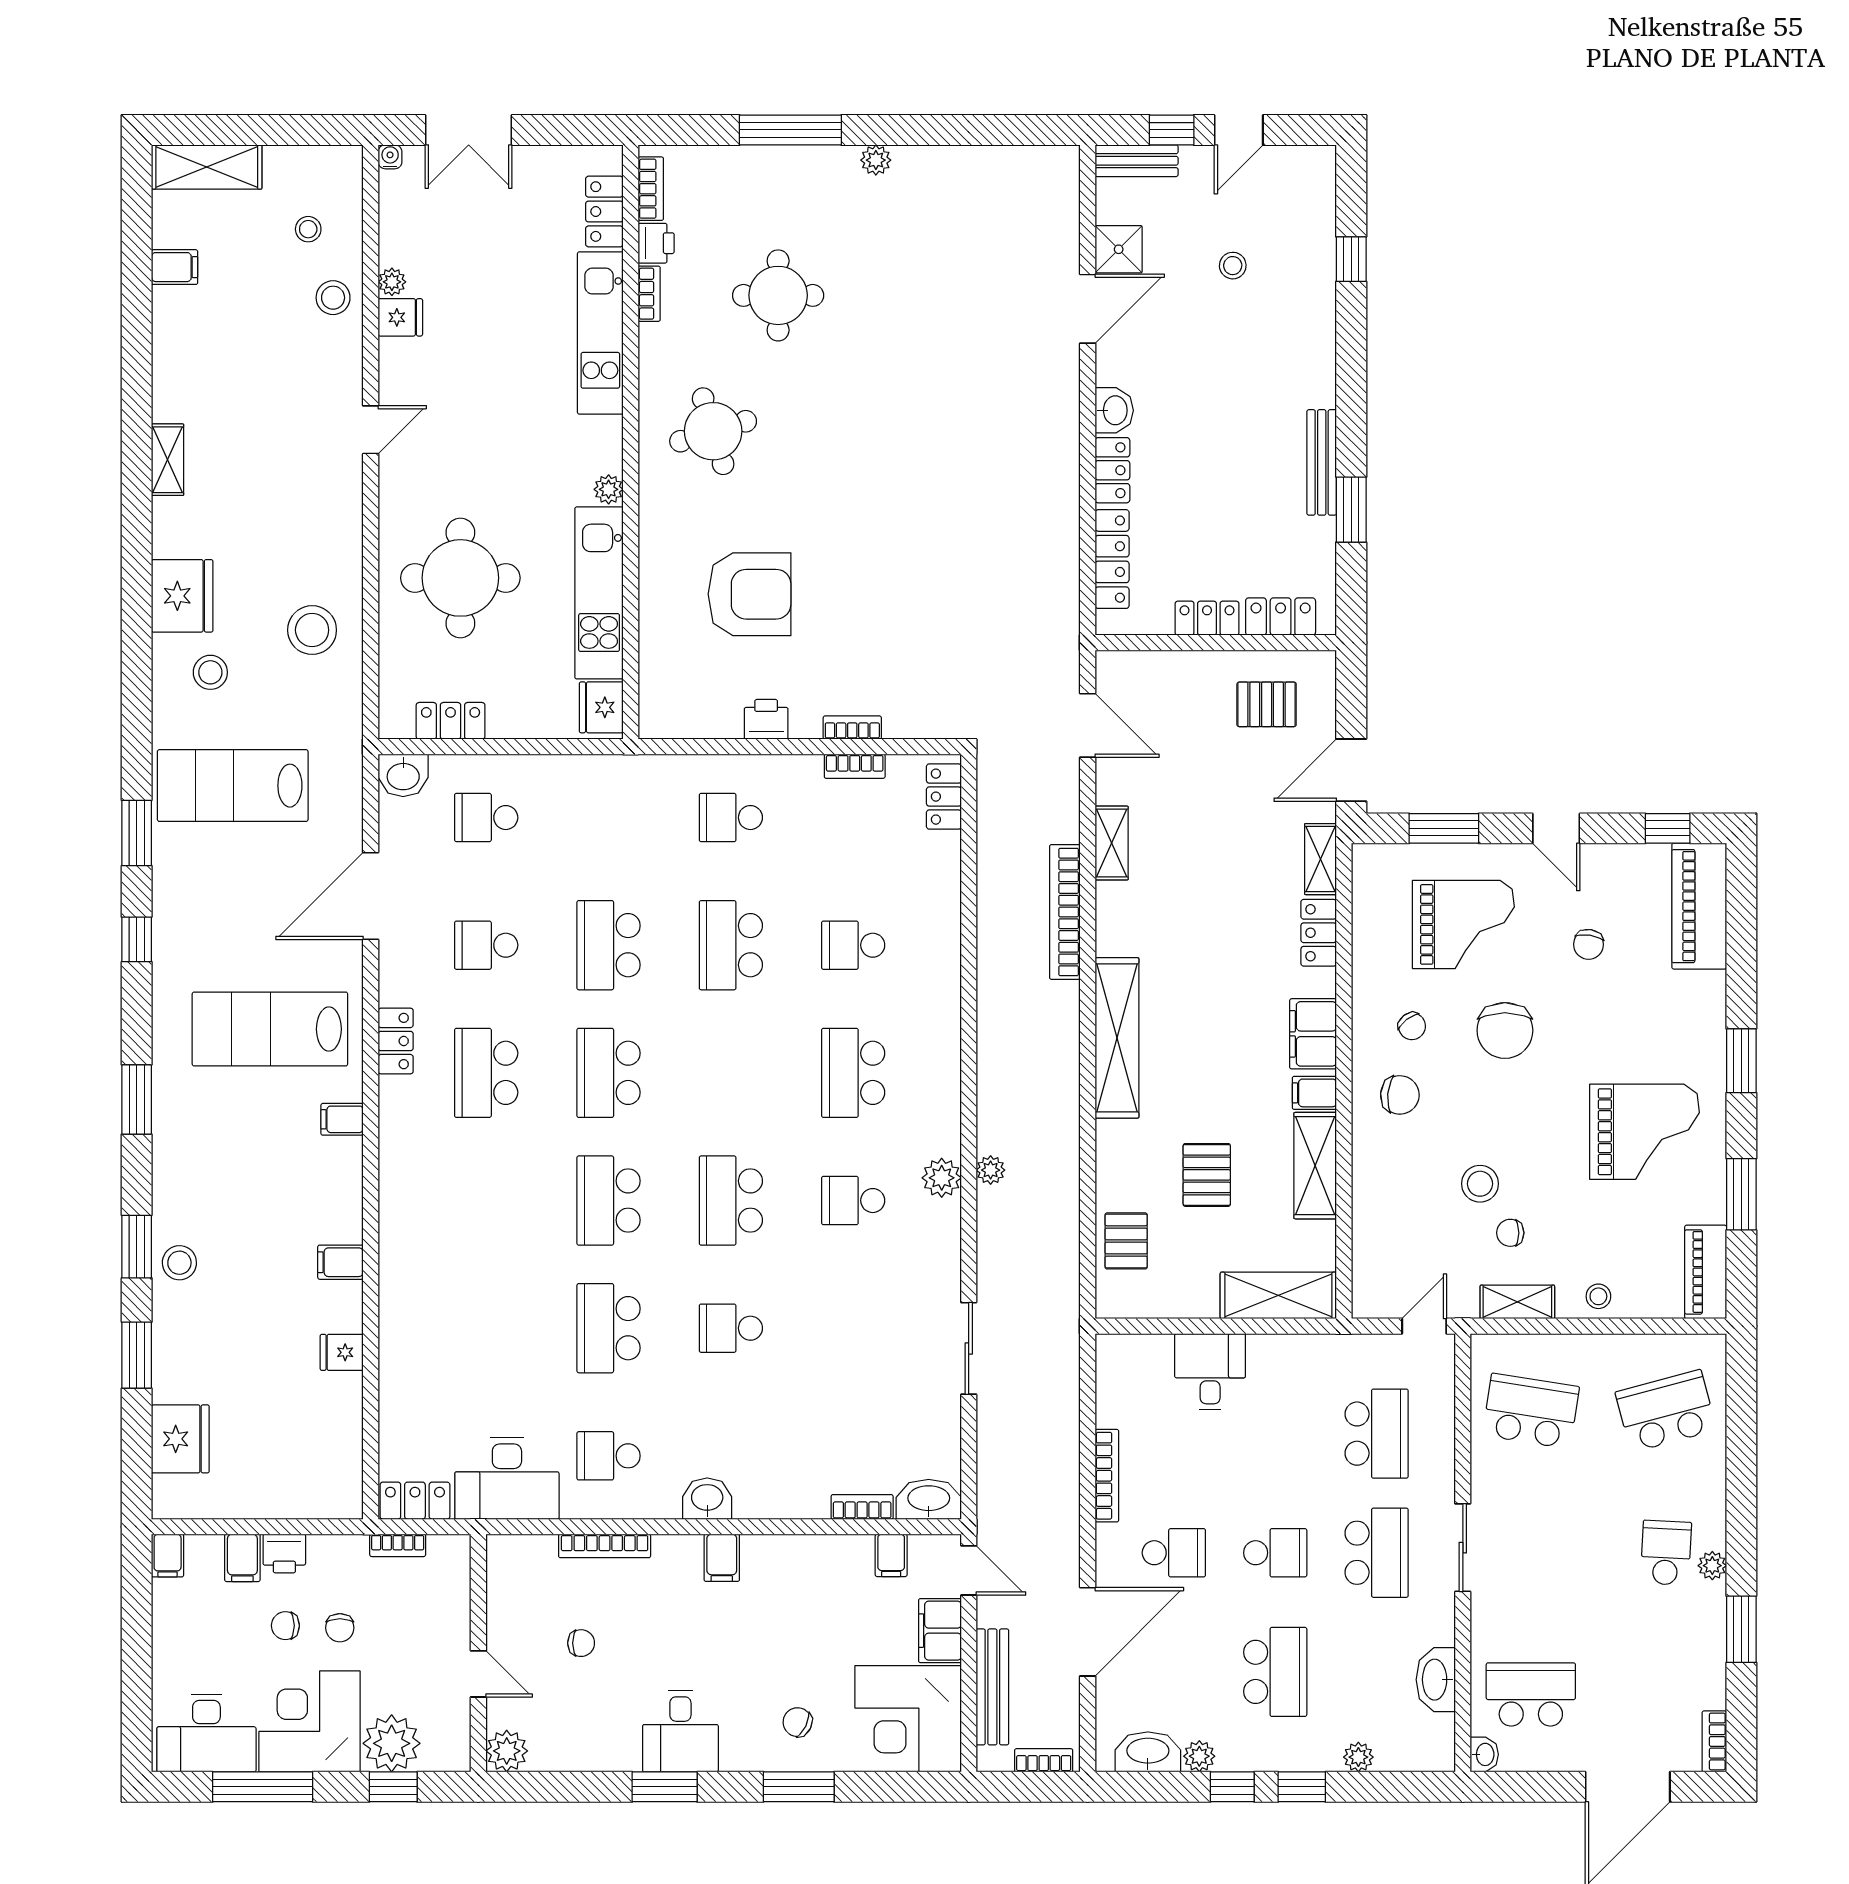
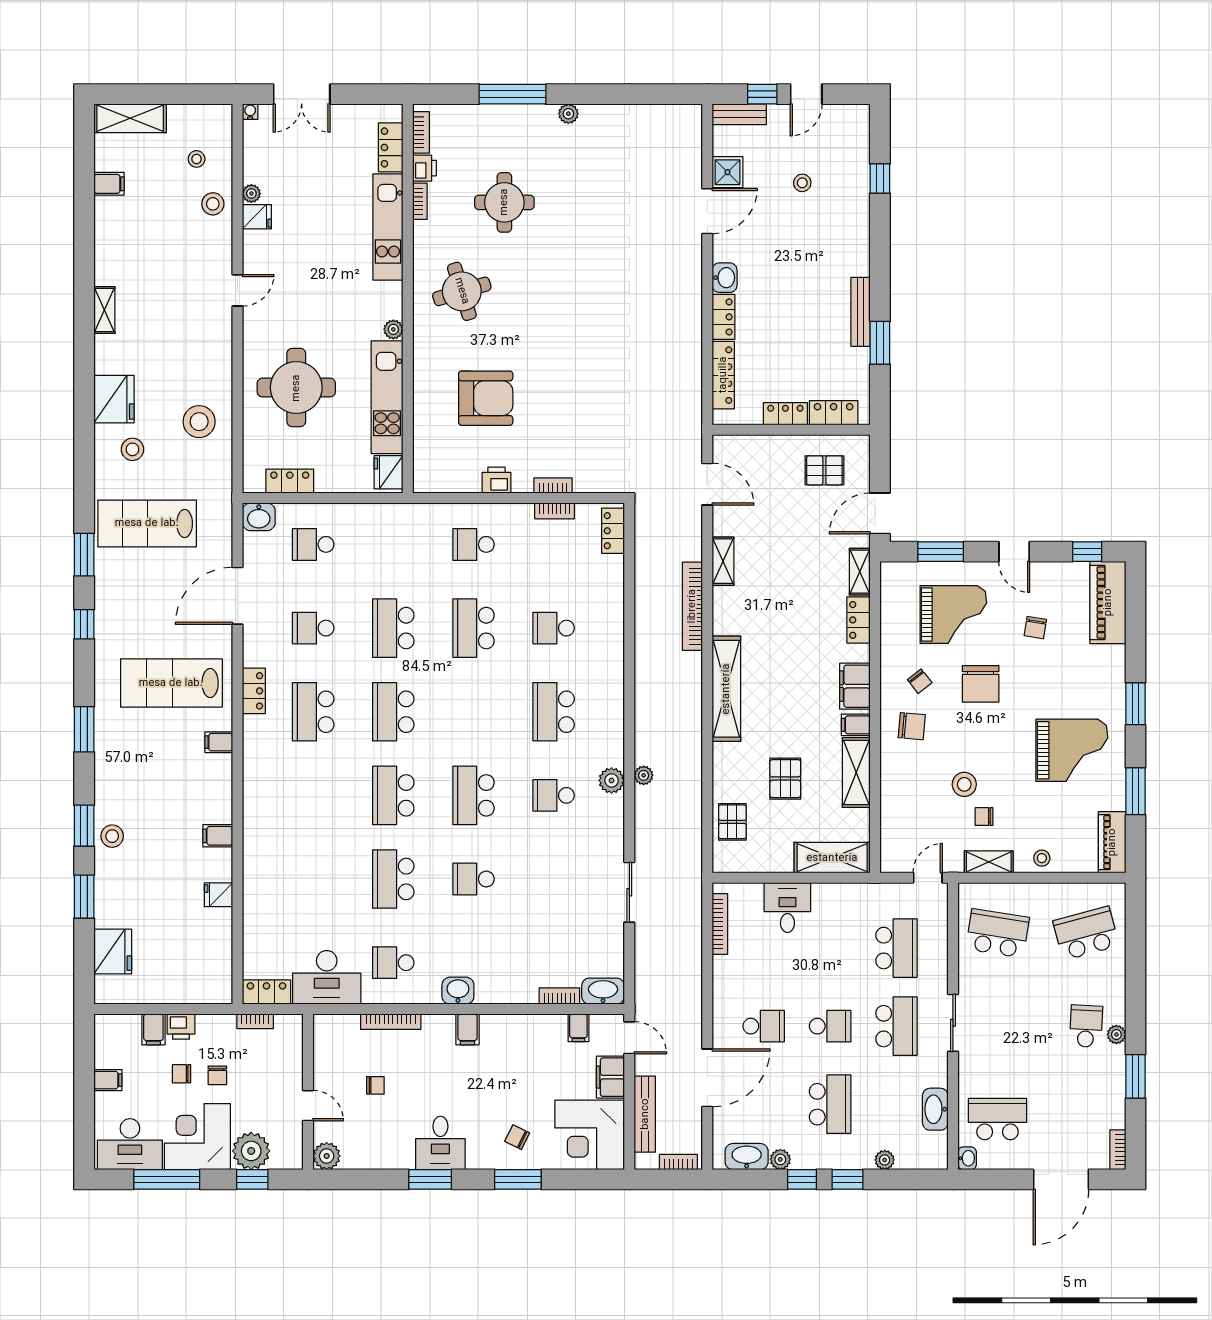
bookcase: (1107, 1476) -> (720, 924), moved
filing cabinet: (168, 1556) -> (108, 1080), moved, turned -90

